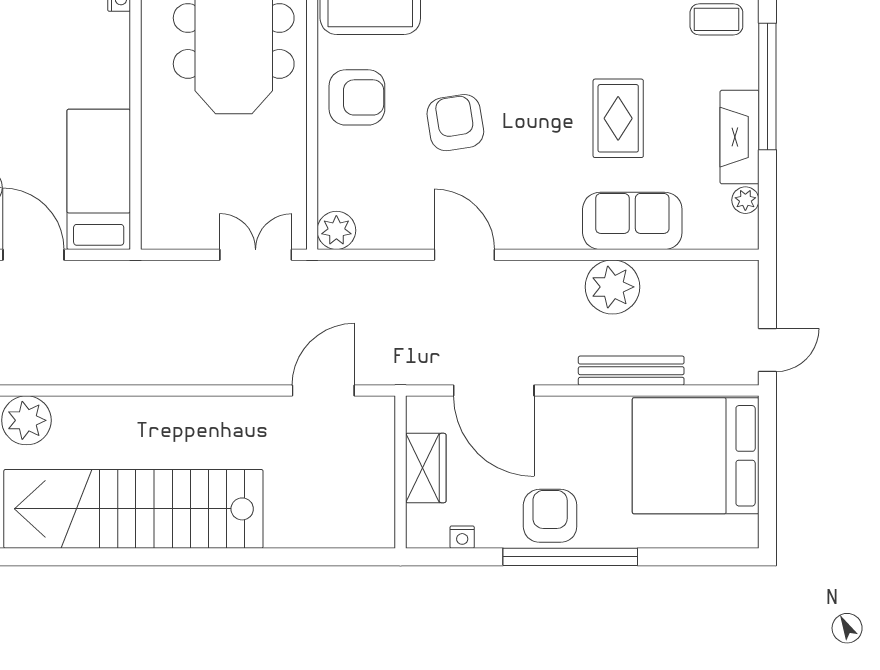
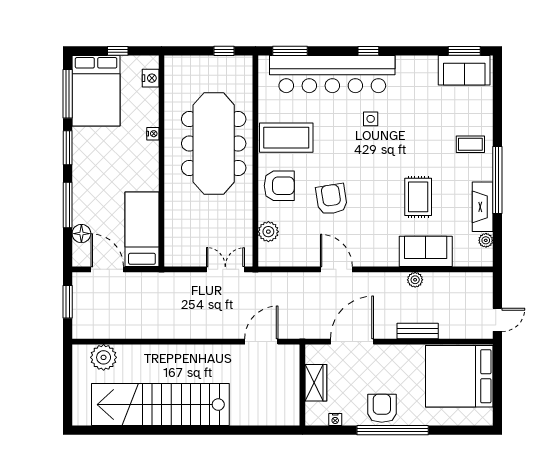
plant: (336, 230) -> (268, 232), moved
plant: (612, 287) -> (415, 280), width x0.53, depth x0.53
bench: (631, 371) -> (418, 331), width x0.73
door: (494, 391) -> (352, 342), swing flipped

